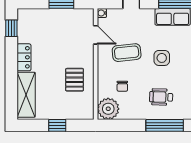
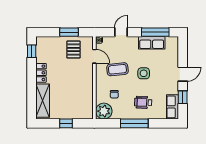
pallet: (75, 80) -> (73, 49), moved
window: (165, 125) -> (134, 123), moved

